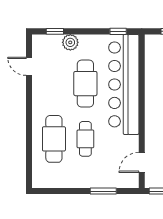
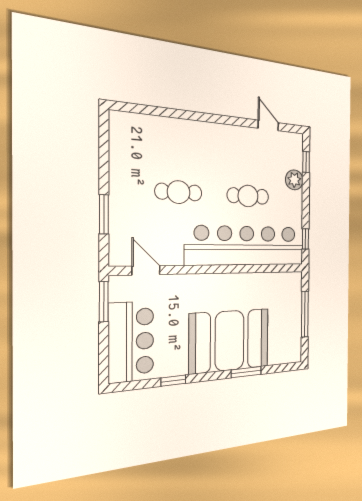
door: (29, 66) -> (268, 125), hinge flipped
cafe table: (85, 84) -> (248, 196), width x0.73, depth x0.74
cafe table: (54, 139) -> (179, 149), removed

